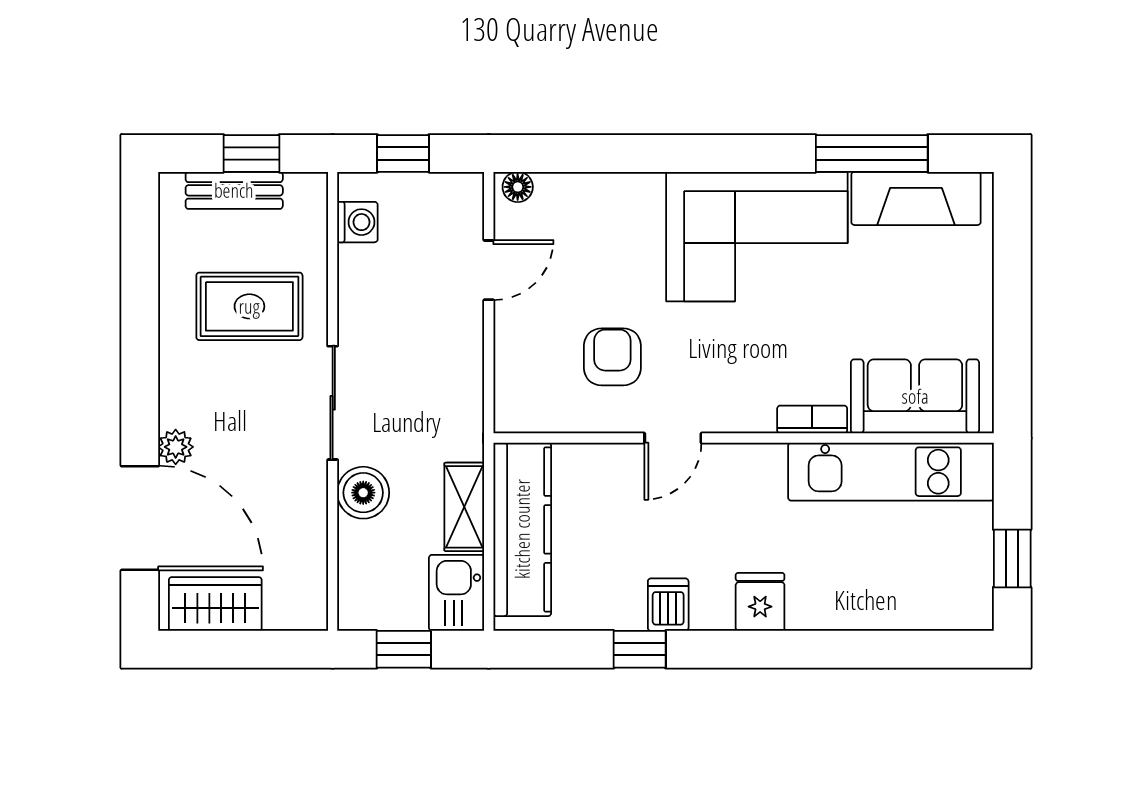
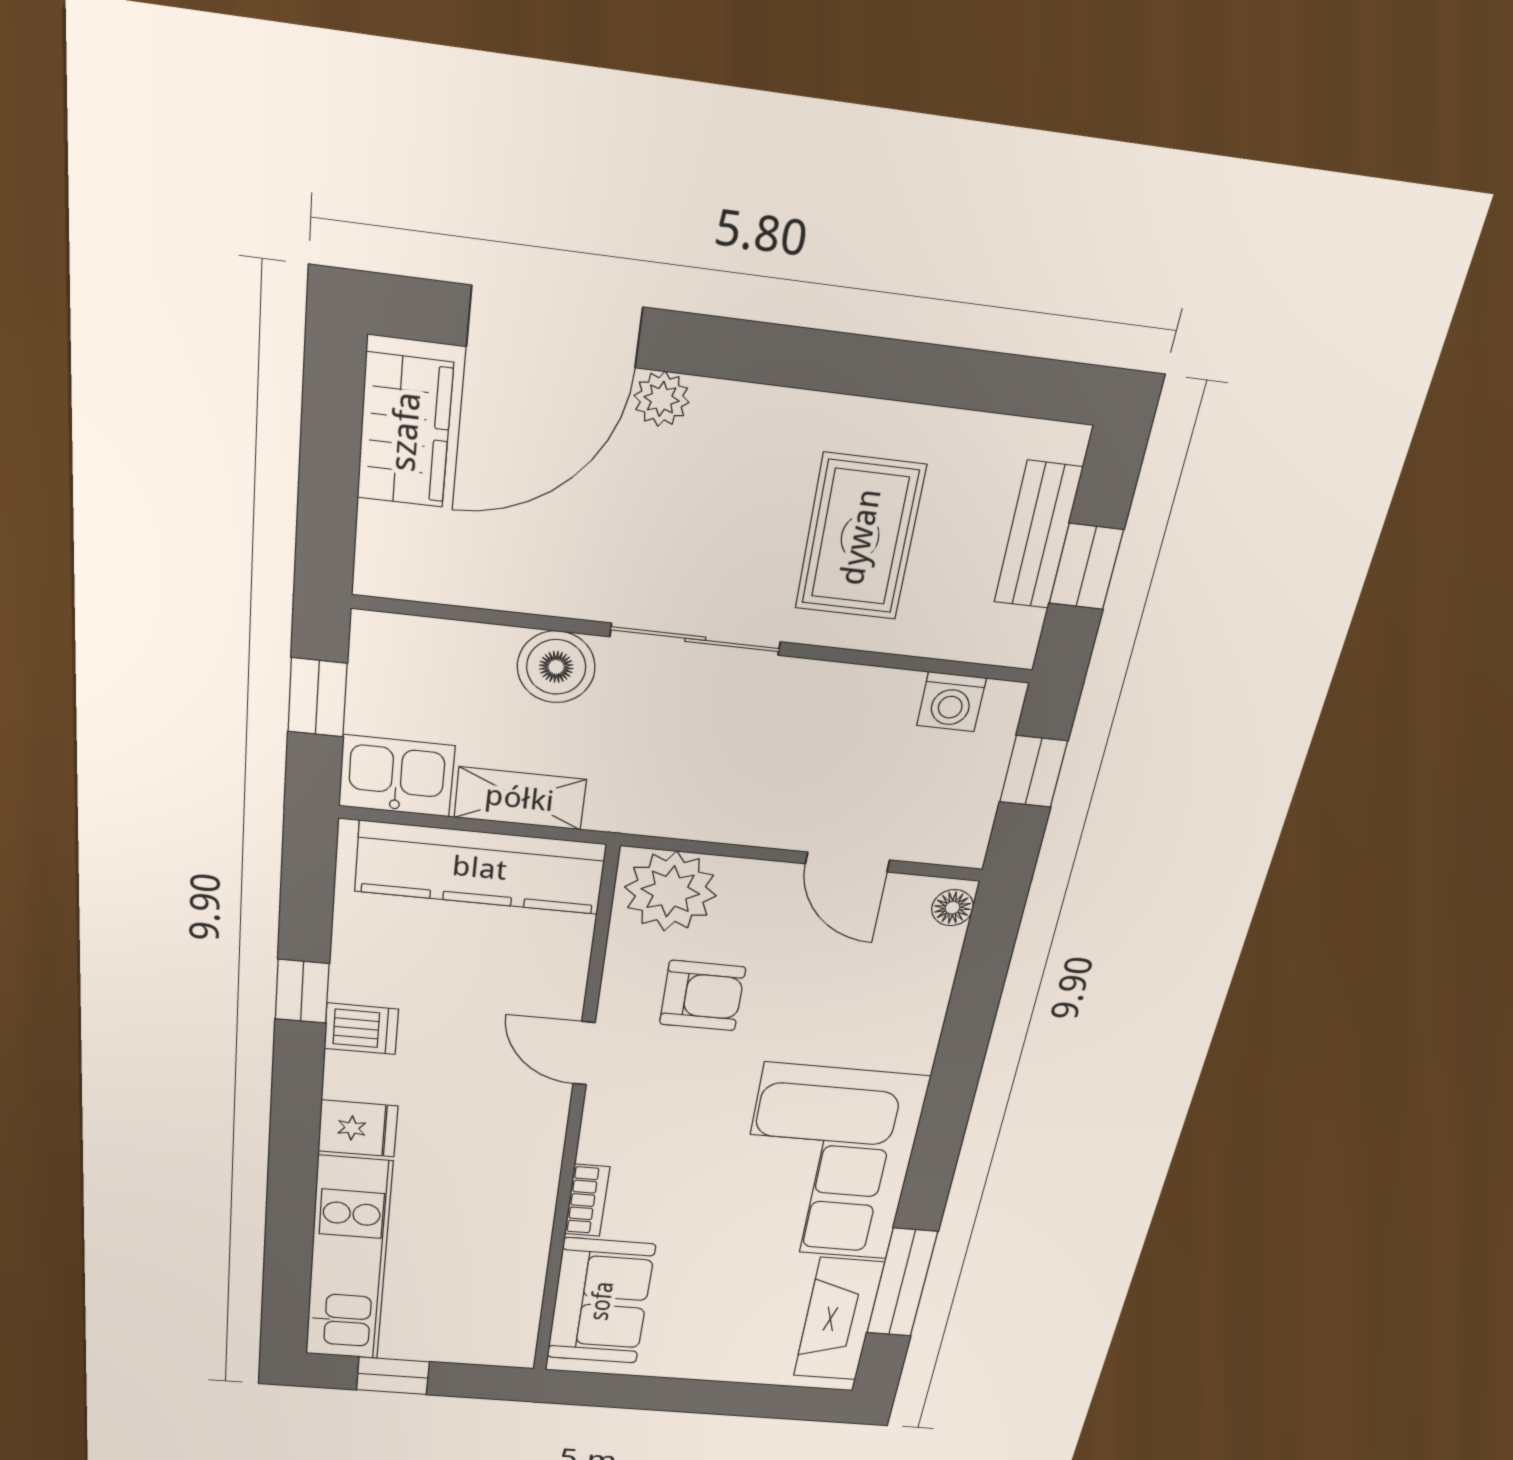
plant: (527, 393) -> (670, 891), added
kitchen unit: (891, 472) -> (348, 1260), moved, turned 180

